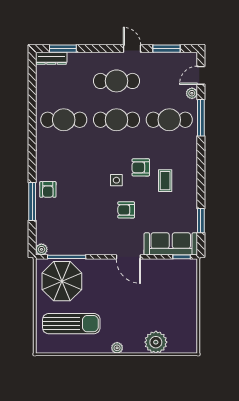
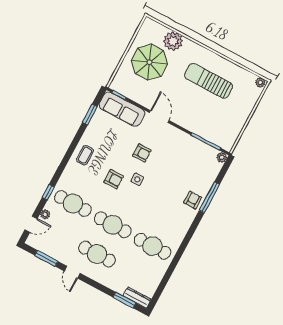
window: (201, 118) -> (48, 192), width x0.46
coffee table: (165, 181) -> (85, 155), moved
parasol: (62, 281) -> (149, 62), moved
sun lounger: (71, 324) -> (209, 81), moved
plant: (117, 348) -> (260, 82), moved

